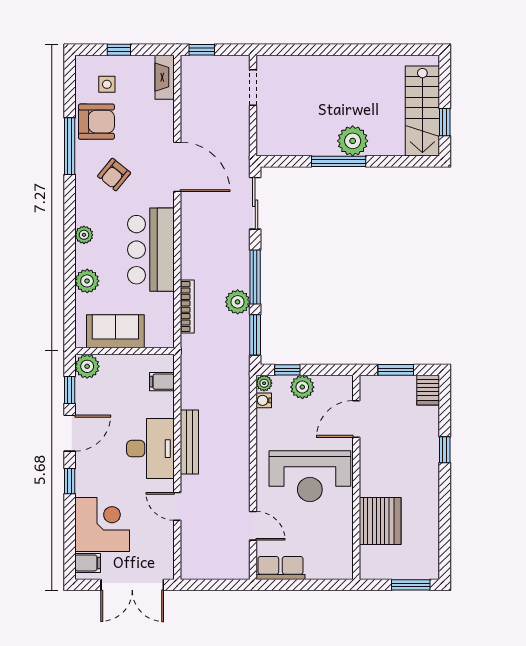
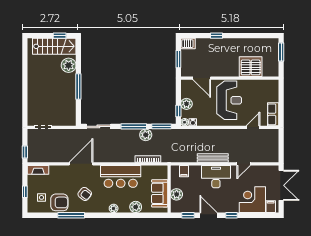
armchair: (96, 122) -> (59, 202), turned 90
plant: (353, 141) -> (69, 65), moved
plant: (87, 366) -> (177, 194), moved

